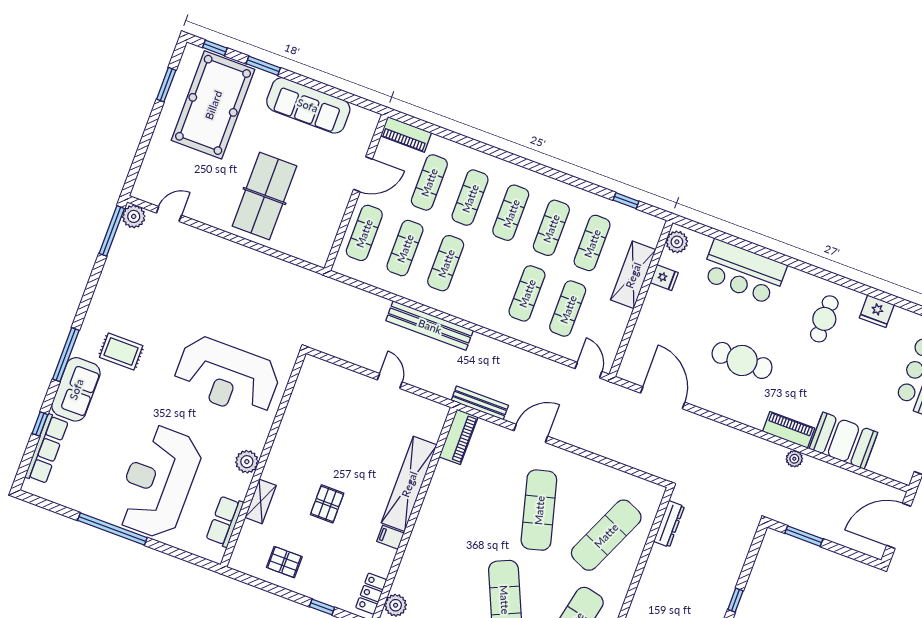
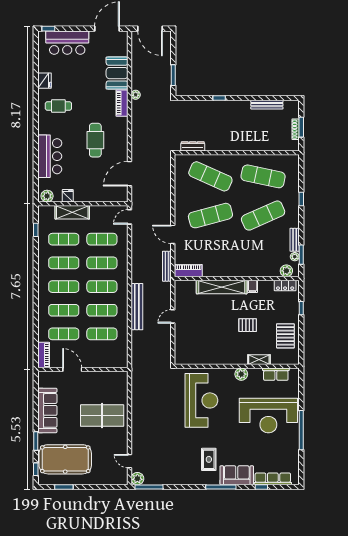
exercise mat: (364, 233) -> (102, 287), moved
pallet: (284, 562) -> (285, 336), width x1.50, depth x1.42

